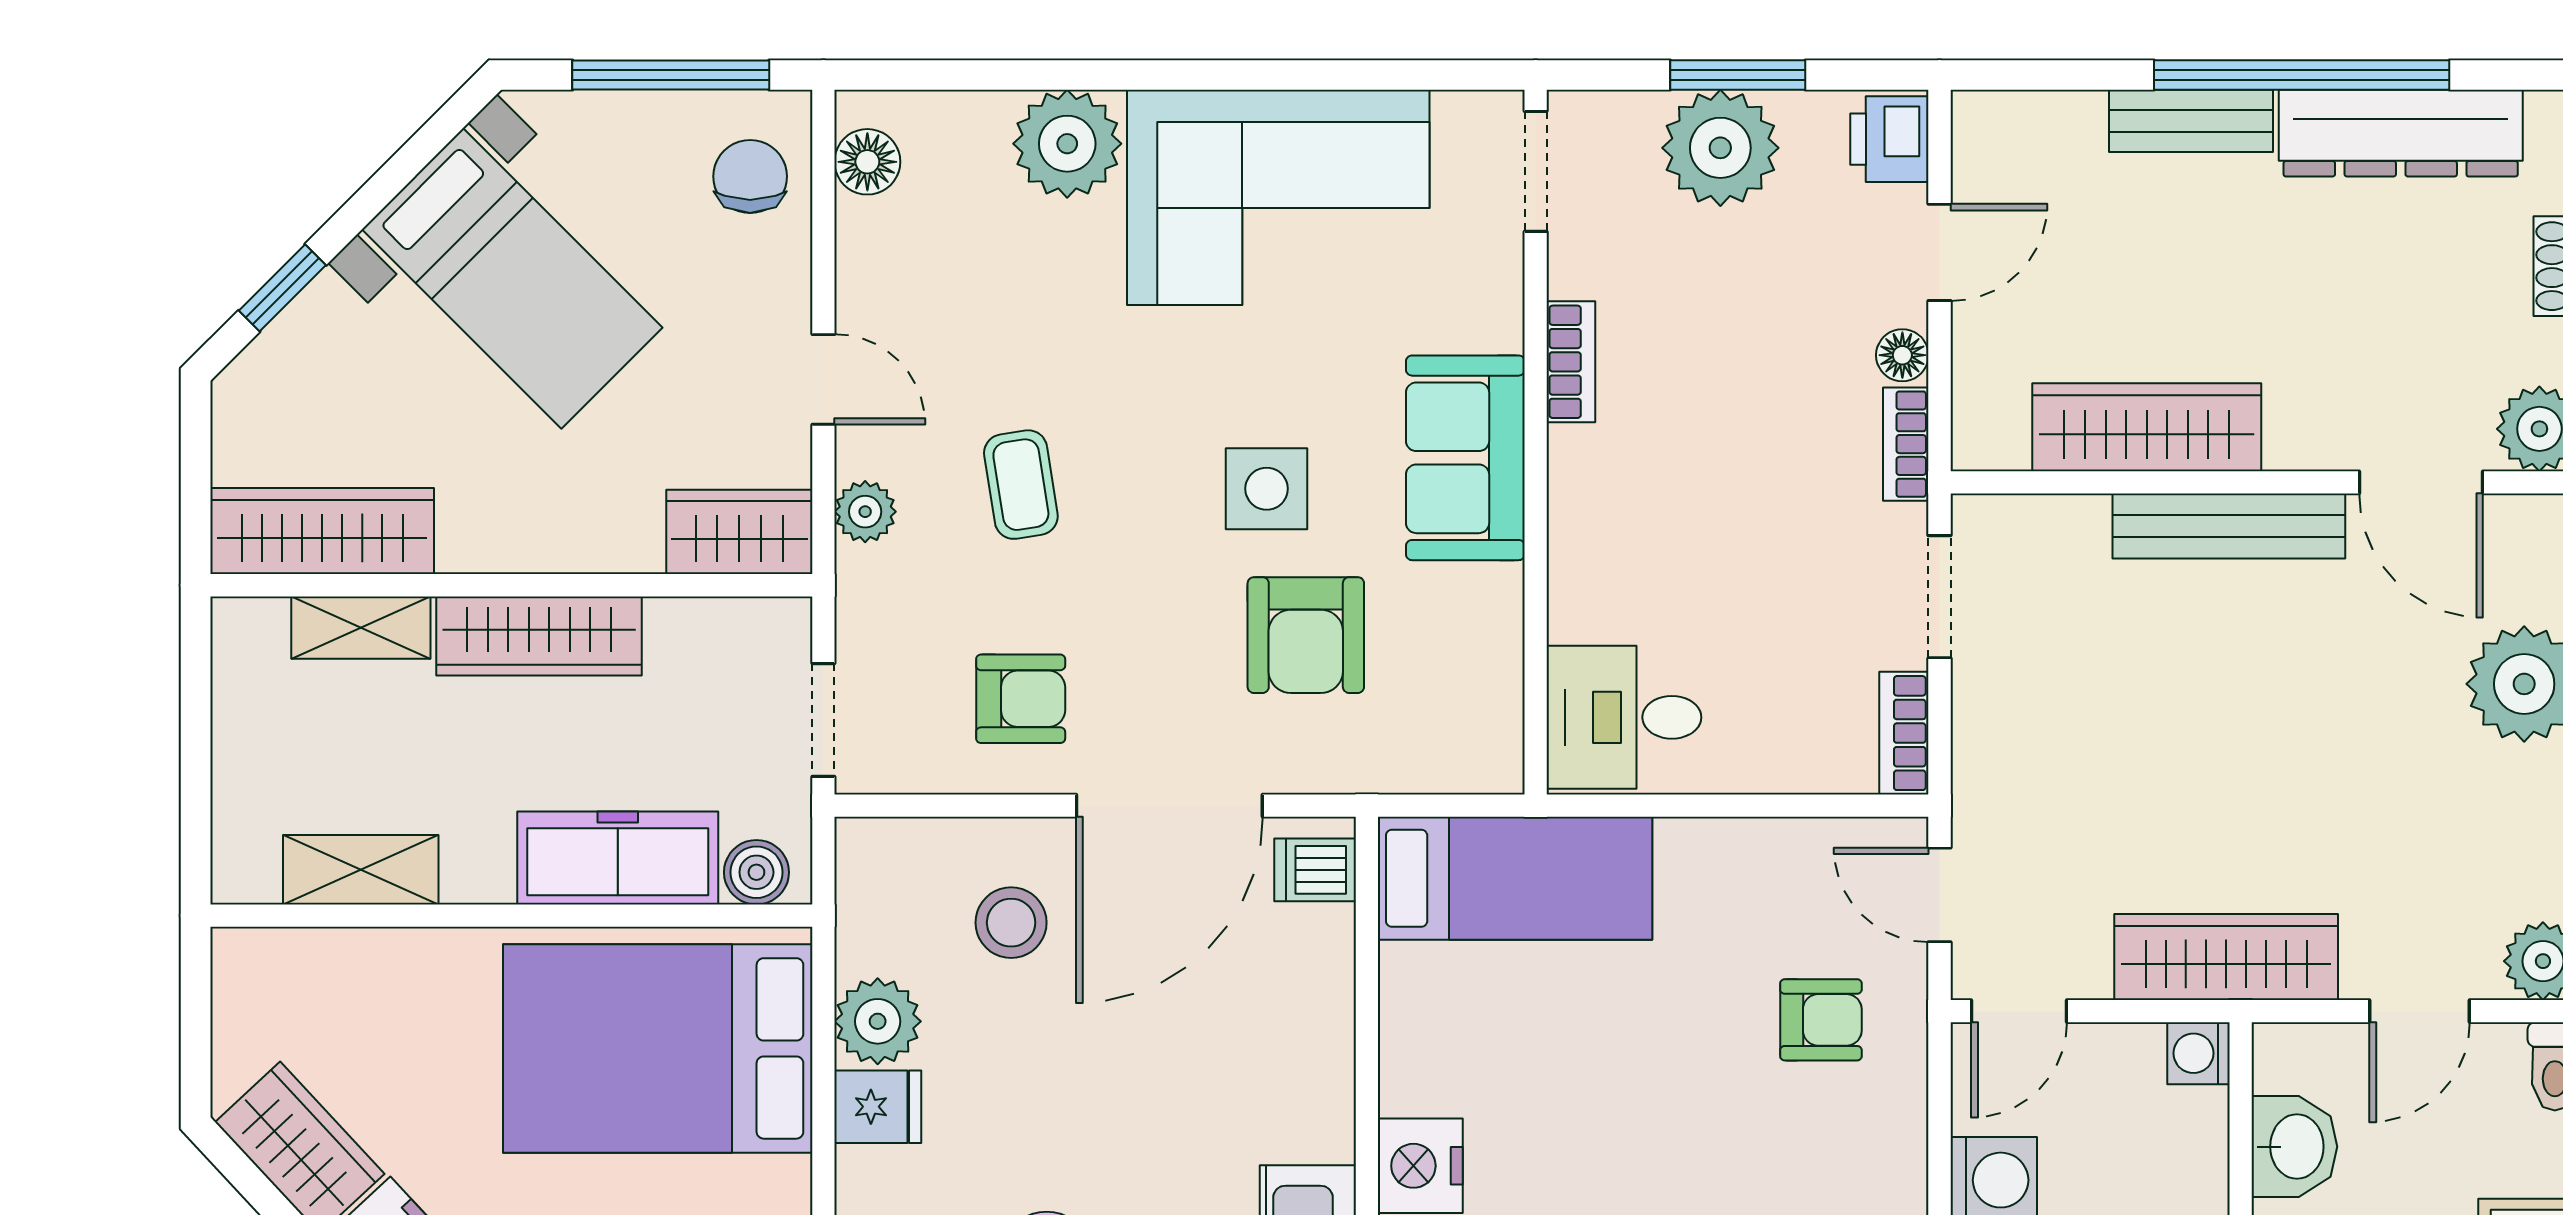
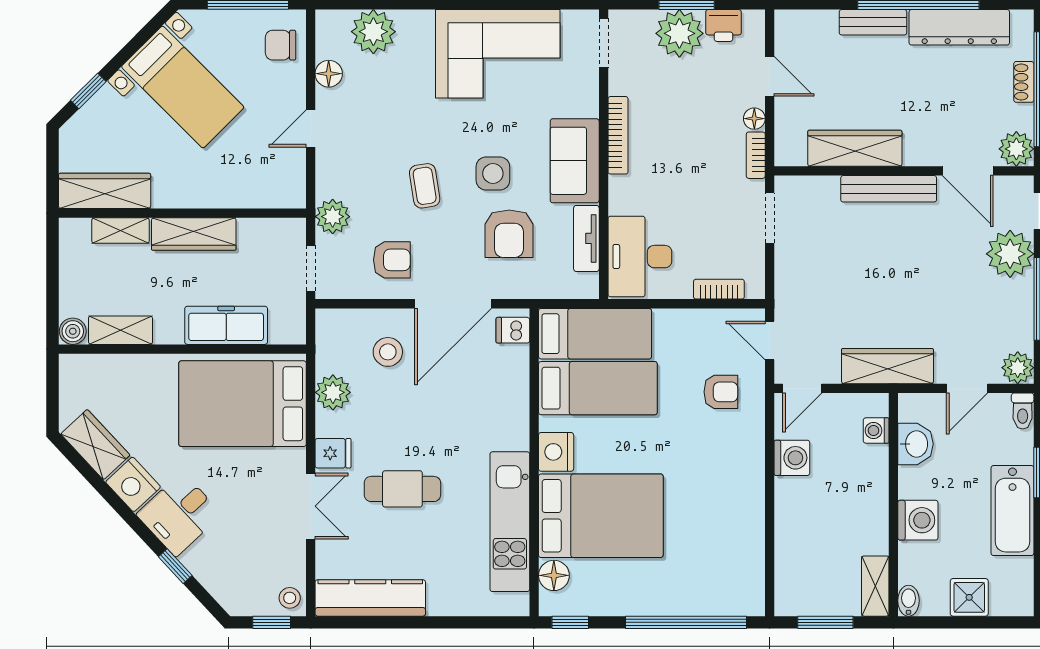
printer: (1889, 139) -> (723, 25), moved, turned -90
plant: (1067, 144) -> (373, 32), moved
floor lamp: (867, 162) -> (329, 74), moved
chair: (750, 176) -> (281, 45), turned -90
door: (1940, 252) -> (770, 76), hinge flipped
bookcase: (1571, 362) -> (618, 135), width x1.56
door: (823, 379) -> (311, 129), swing flipped
coffee table: (1021, 485) -> (425, 186), moved
plant: (865, 512) -> (333, 217), moved, width x1.38, depth x1.38
wardrobe: (739, 532) -> (276, 191), removed
tv unit: (1494, 647) -> (586, 238), added
desk: (1624, 717) -> (640, 257), width x1.37
bookcase: (1904, 733) -> (719, 289), moved, turned 90
boiler: (756, 872) -> (73, 331), moved
bed: (1522, 1011) -> (598, 388), added
washing machine: (2198, 1053) -> (876, 430), moved
fridge: (878, 1107) -> (333, 453), moved

